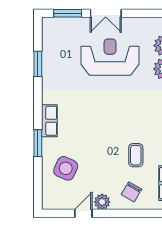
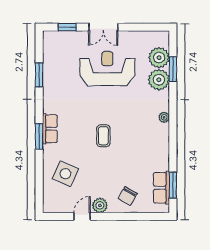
window: (68, 13) -> (67, 27), width x0.67
window: (38, 143) -> (39, 136), moved
coffee table: (136, 155) -> (103, 136), moved

